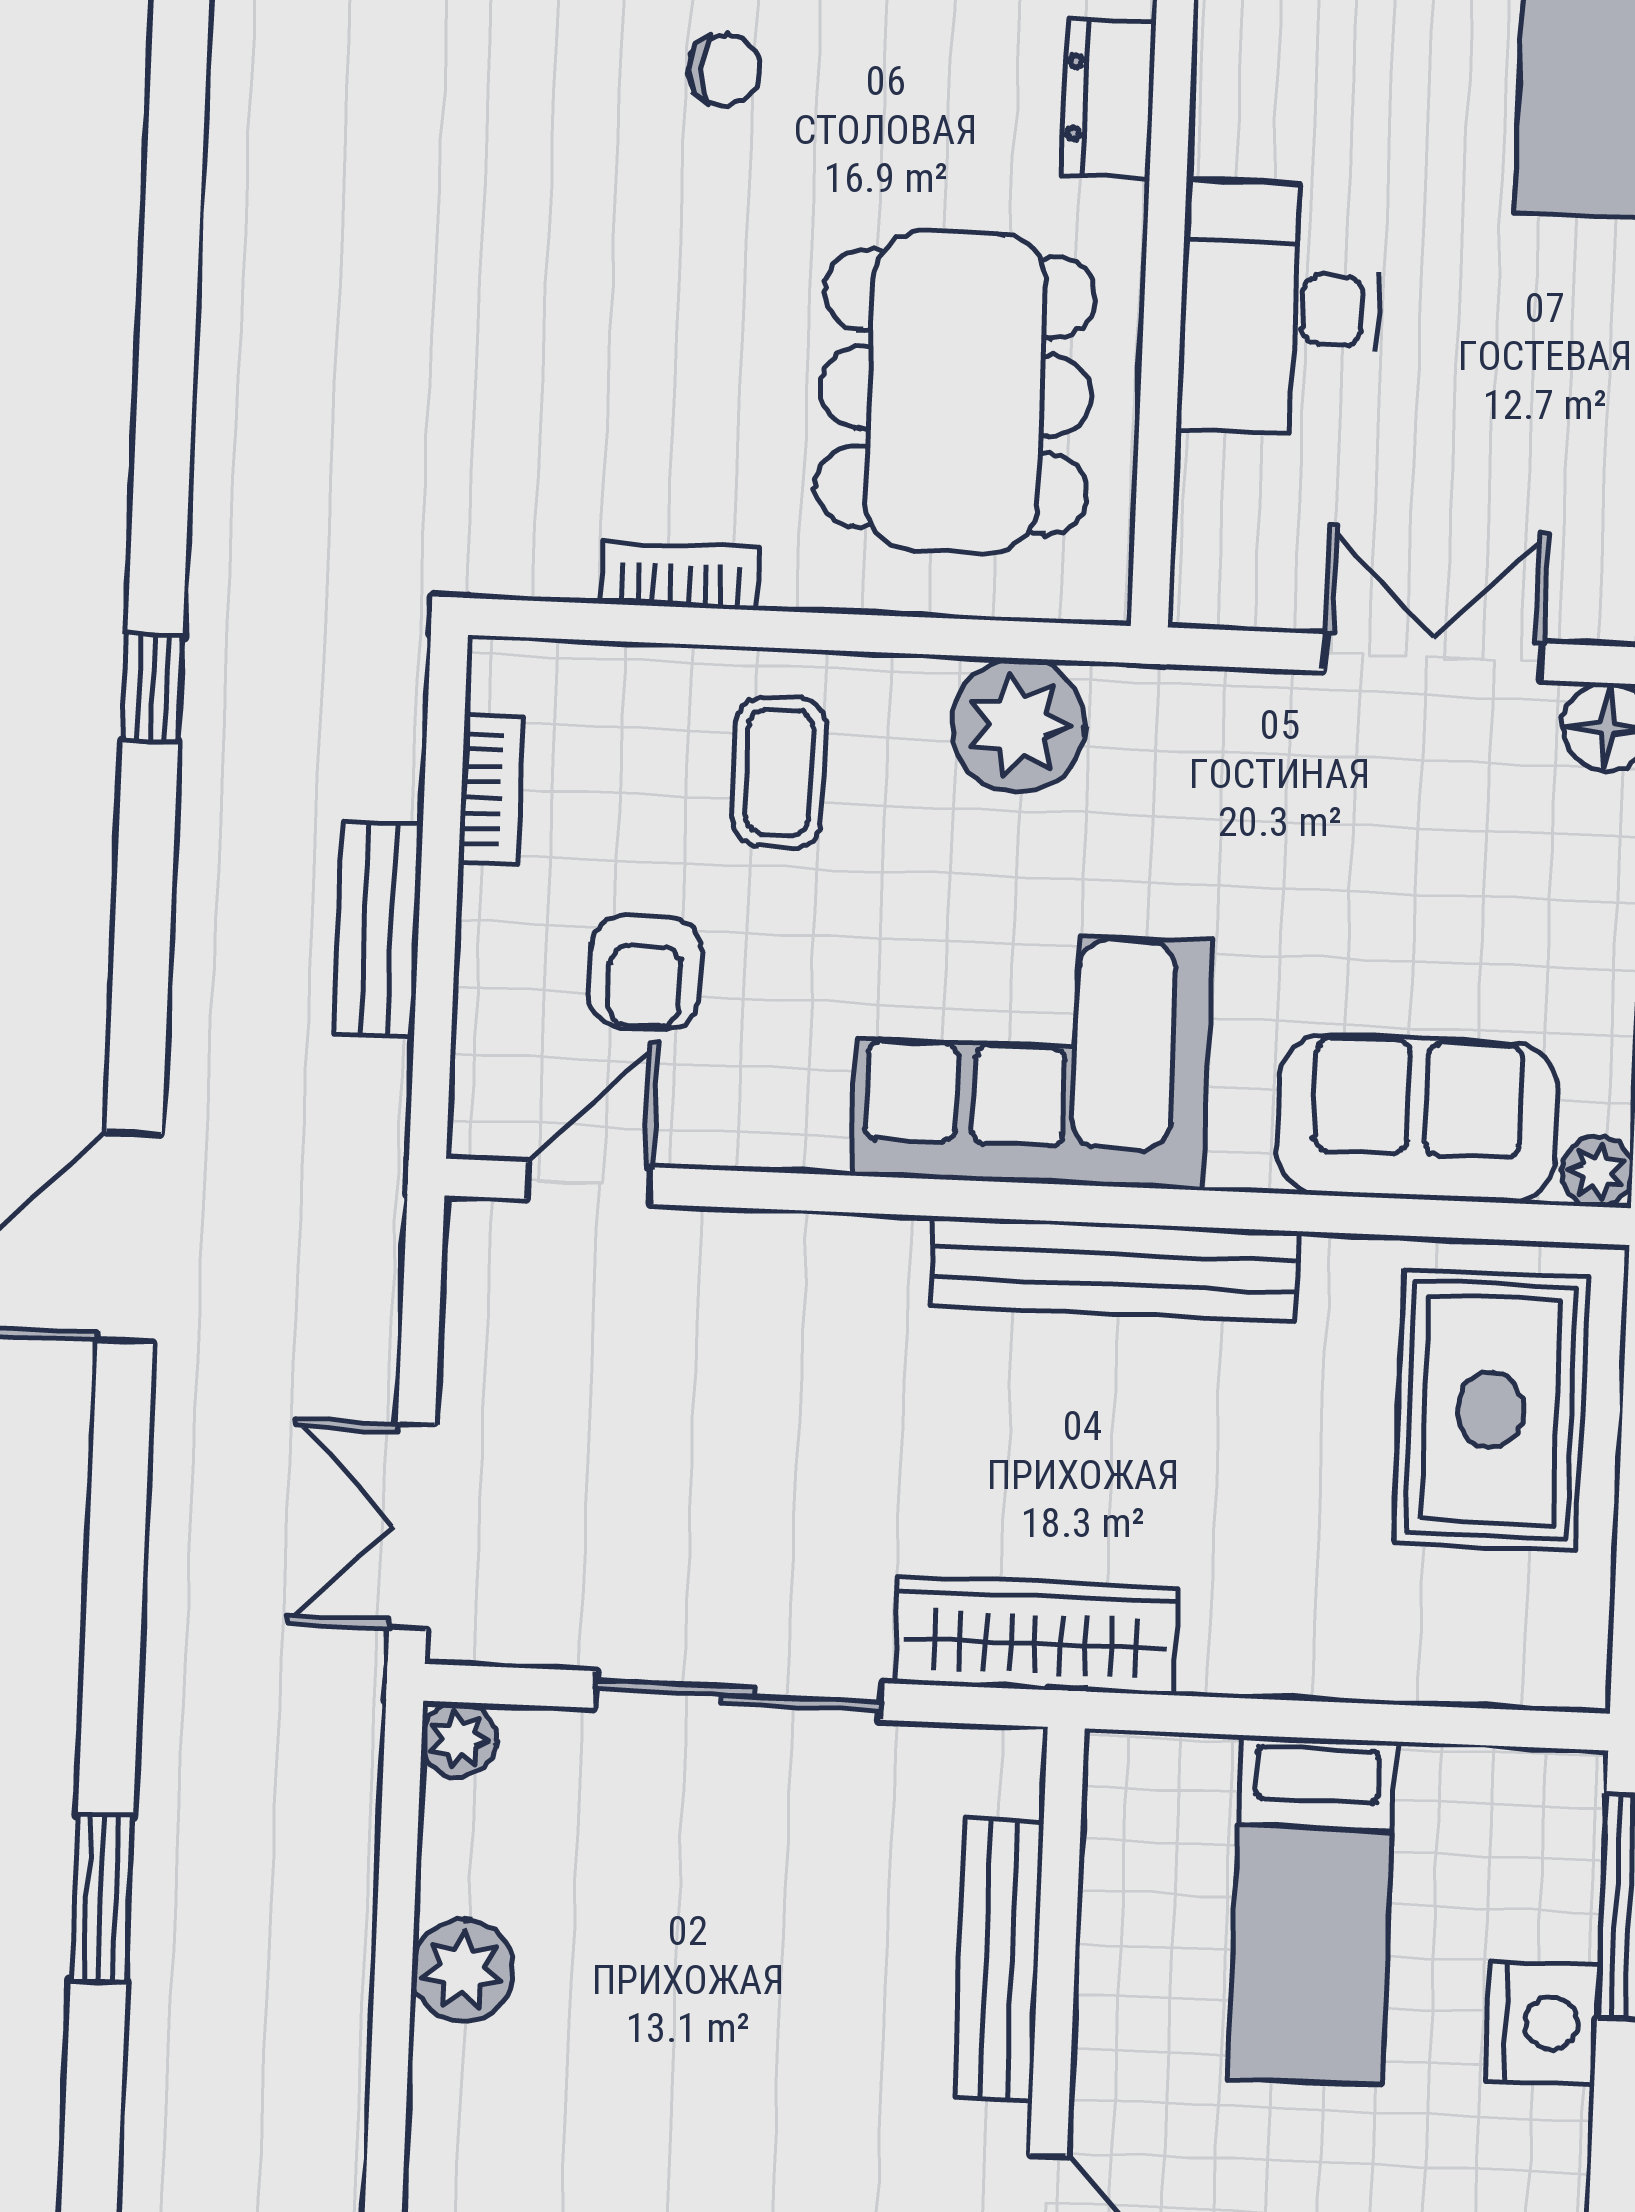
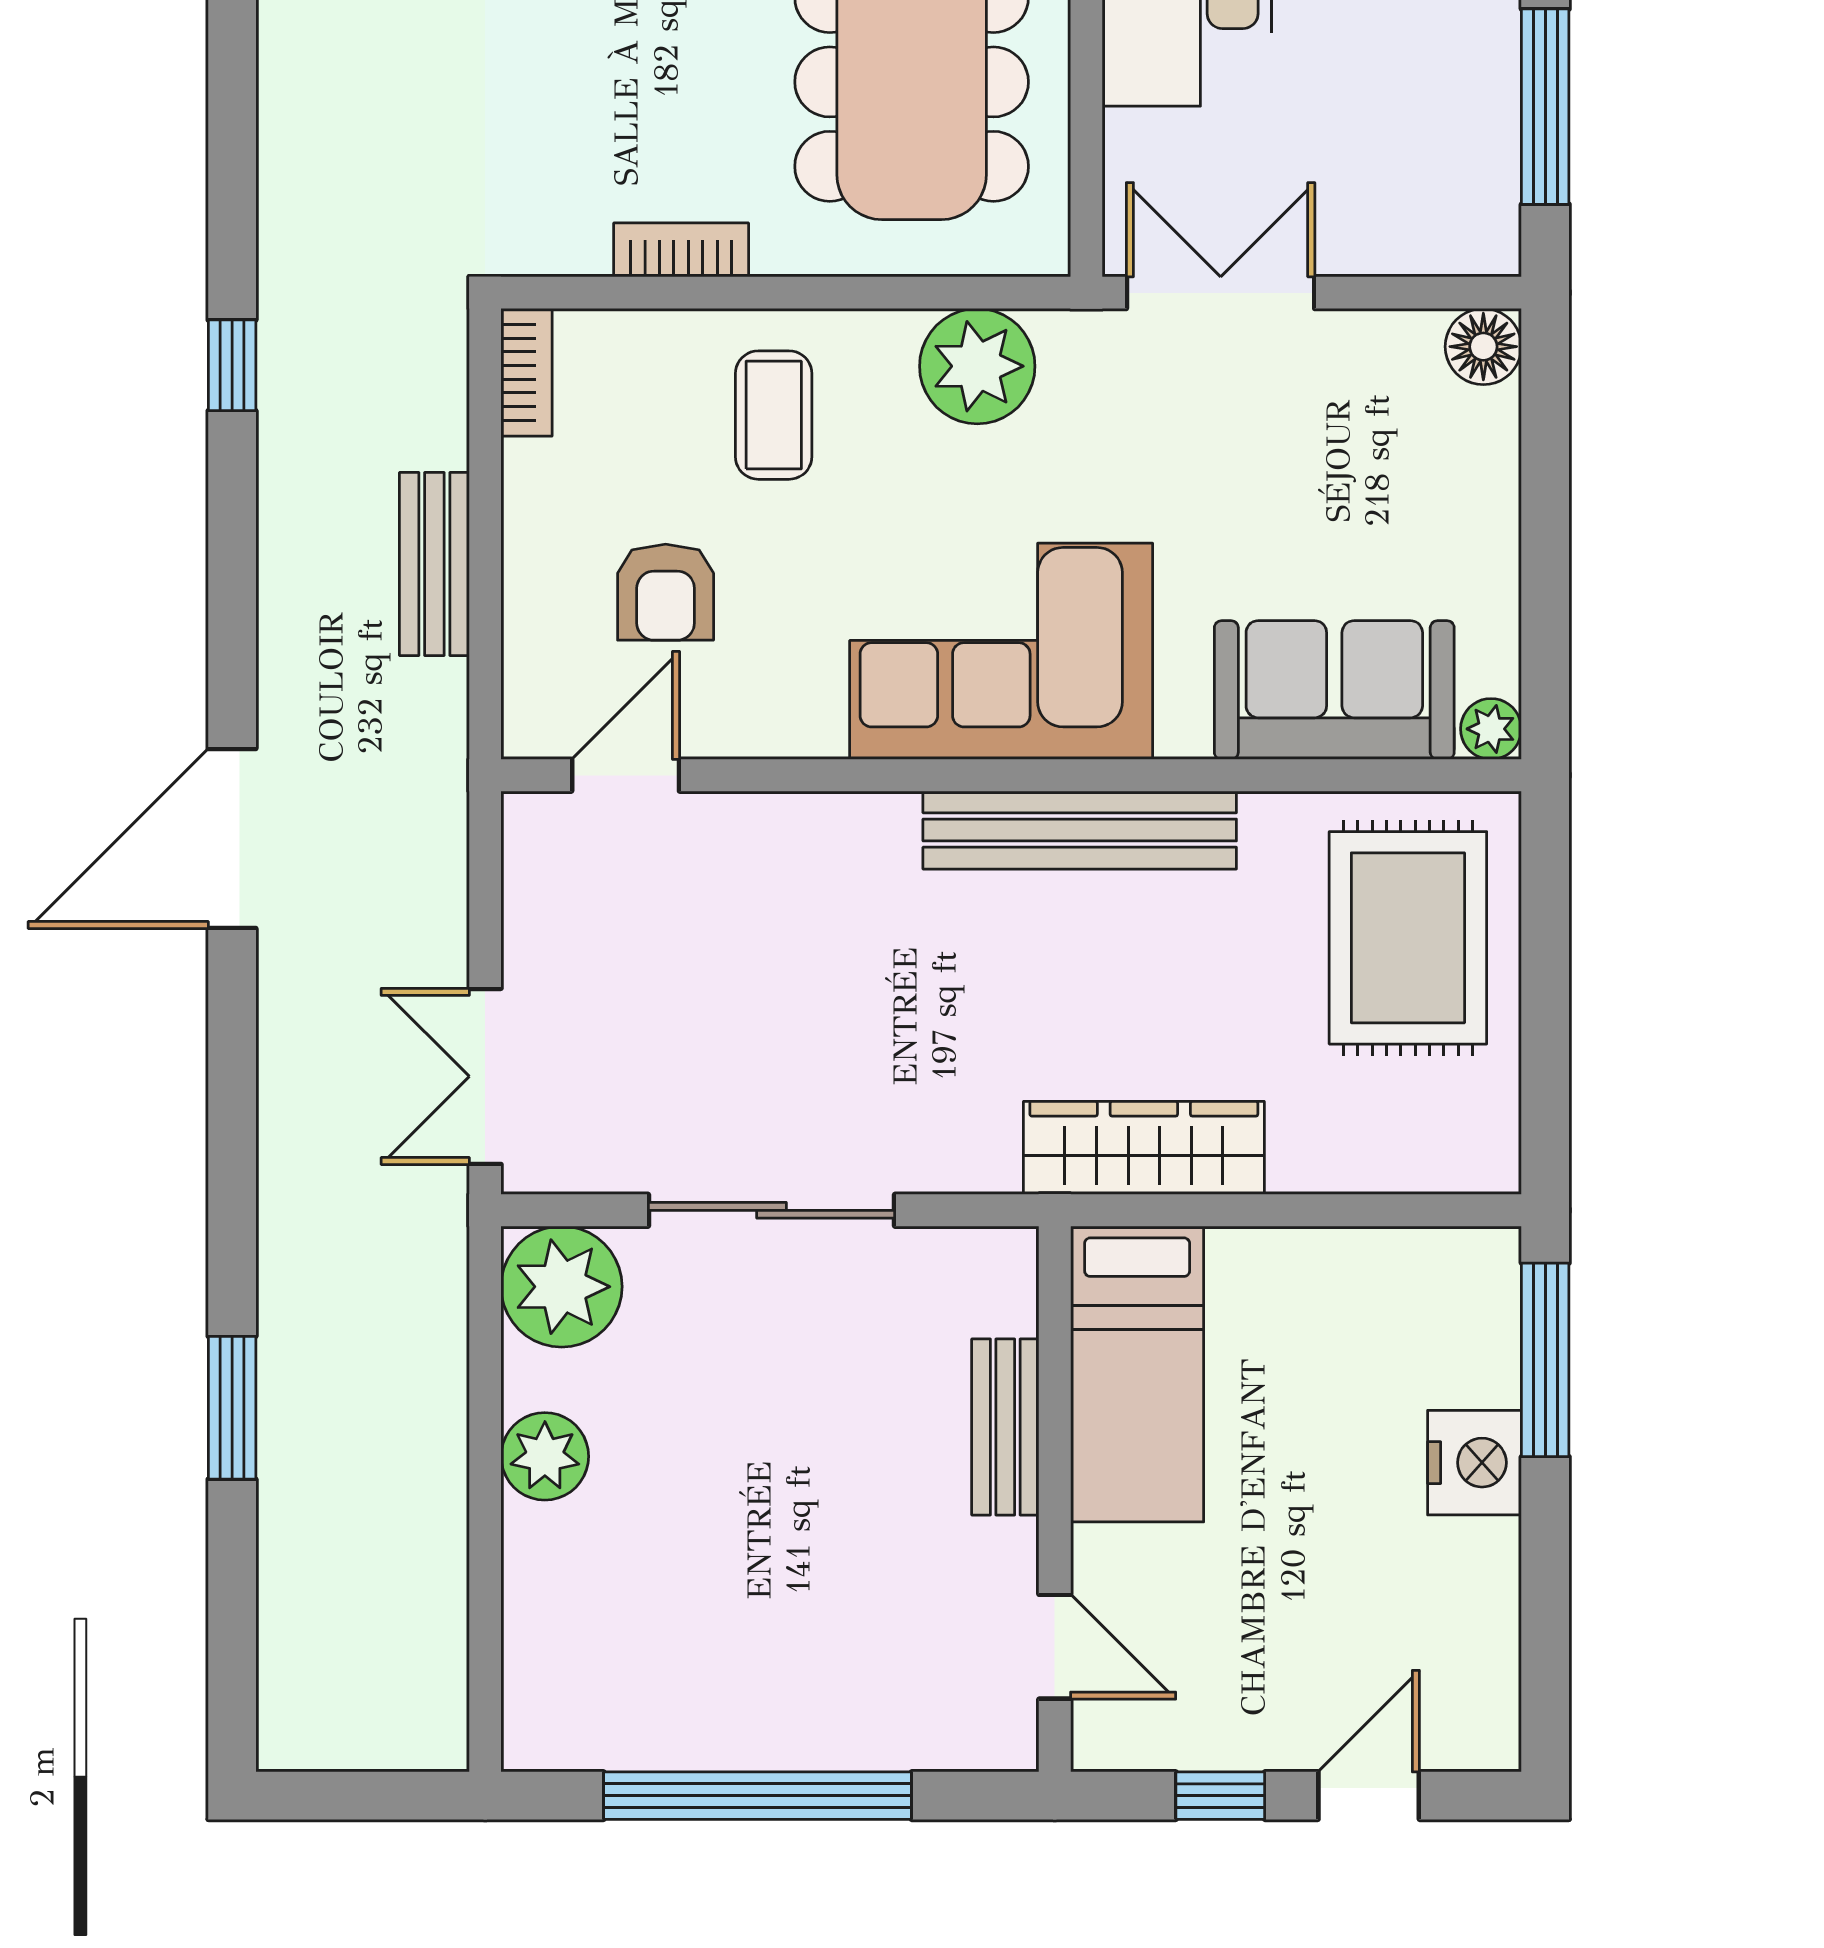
double door: (1433, 657) -> (1221, 293), moved
bookcase: (491, 790) -> (527, 372), moved
wardrobe: (1036, 1635) -> (1144, 1148), moved
plant: (459, 1740) -> (562, 1287), width x1.88, depth x1.88
bed: (1312, 1910) -> (1137, 1374), moved
bench: (999, 1959) -> (1005, 1427), width x0.73

